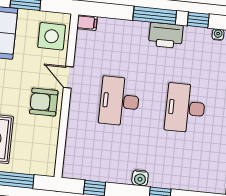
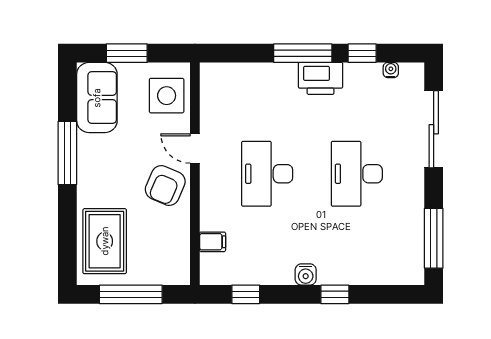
filing cabinet: (87, 23) -> (213, 242), moved
armchair: (44, 102) -> (165, 186), turned -67

